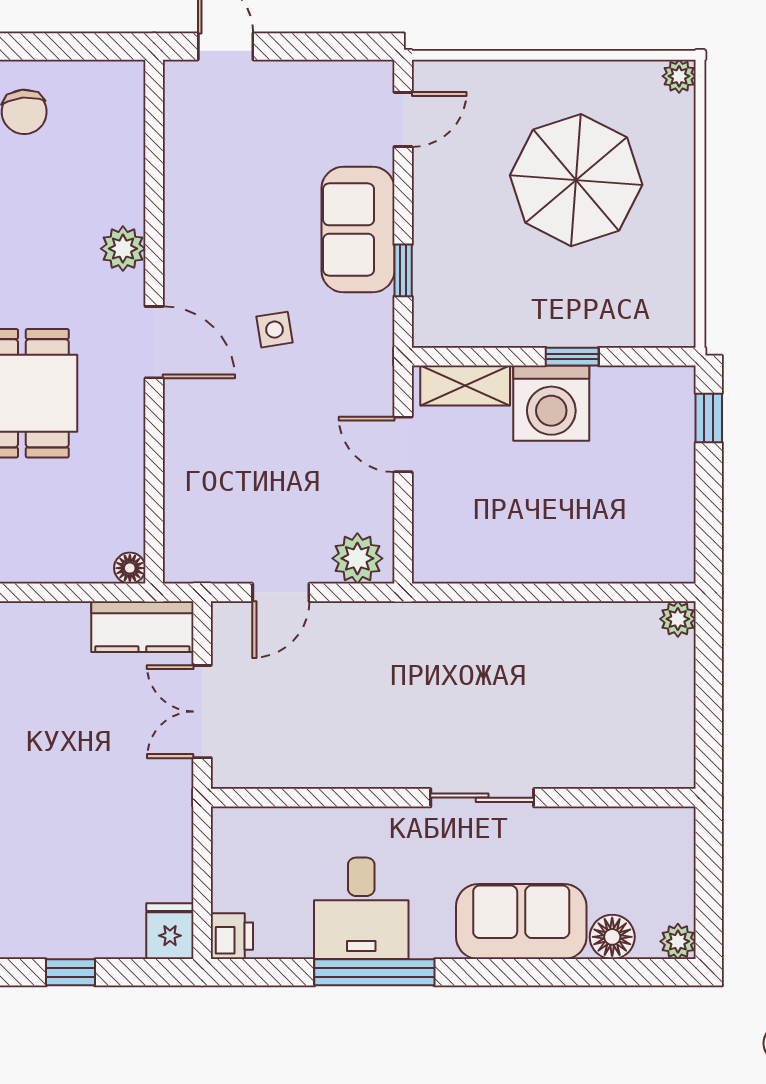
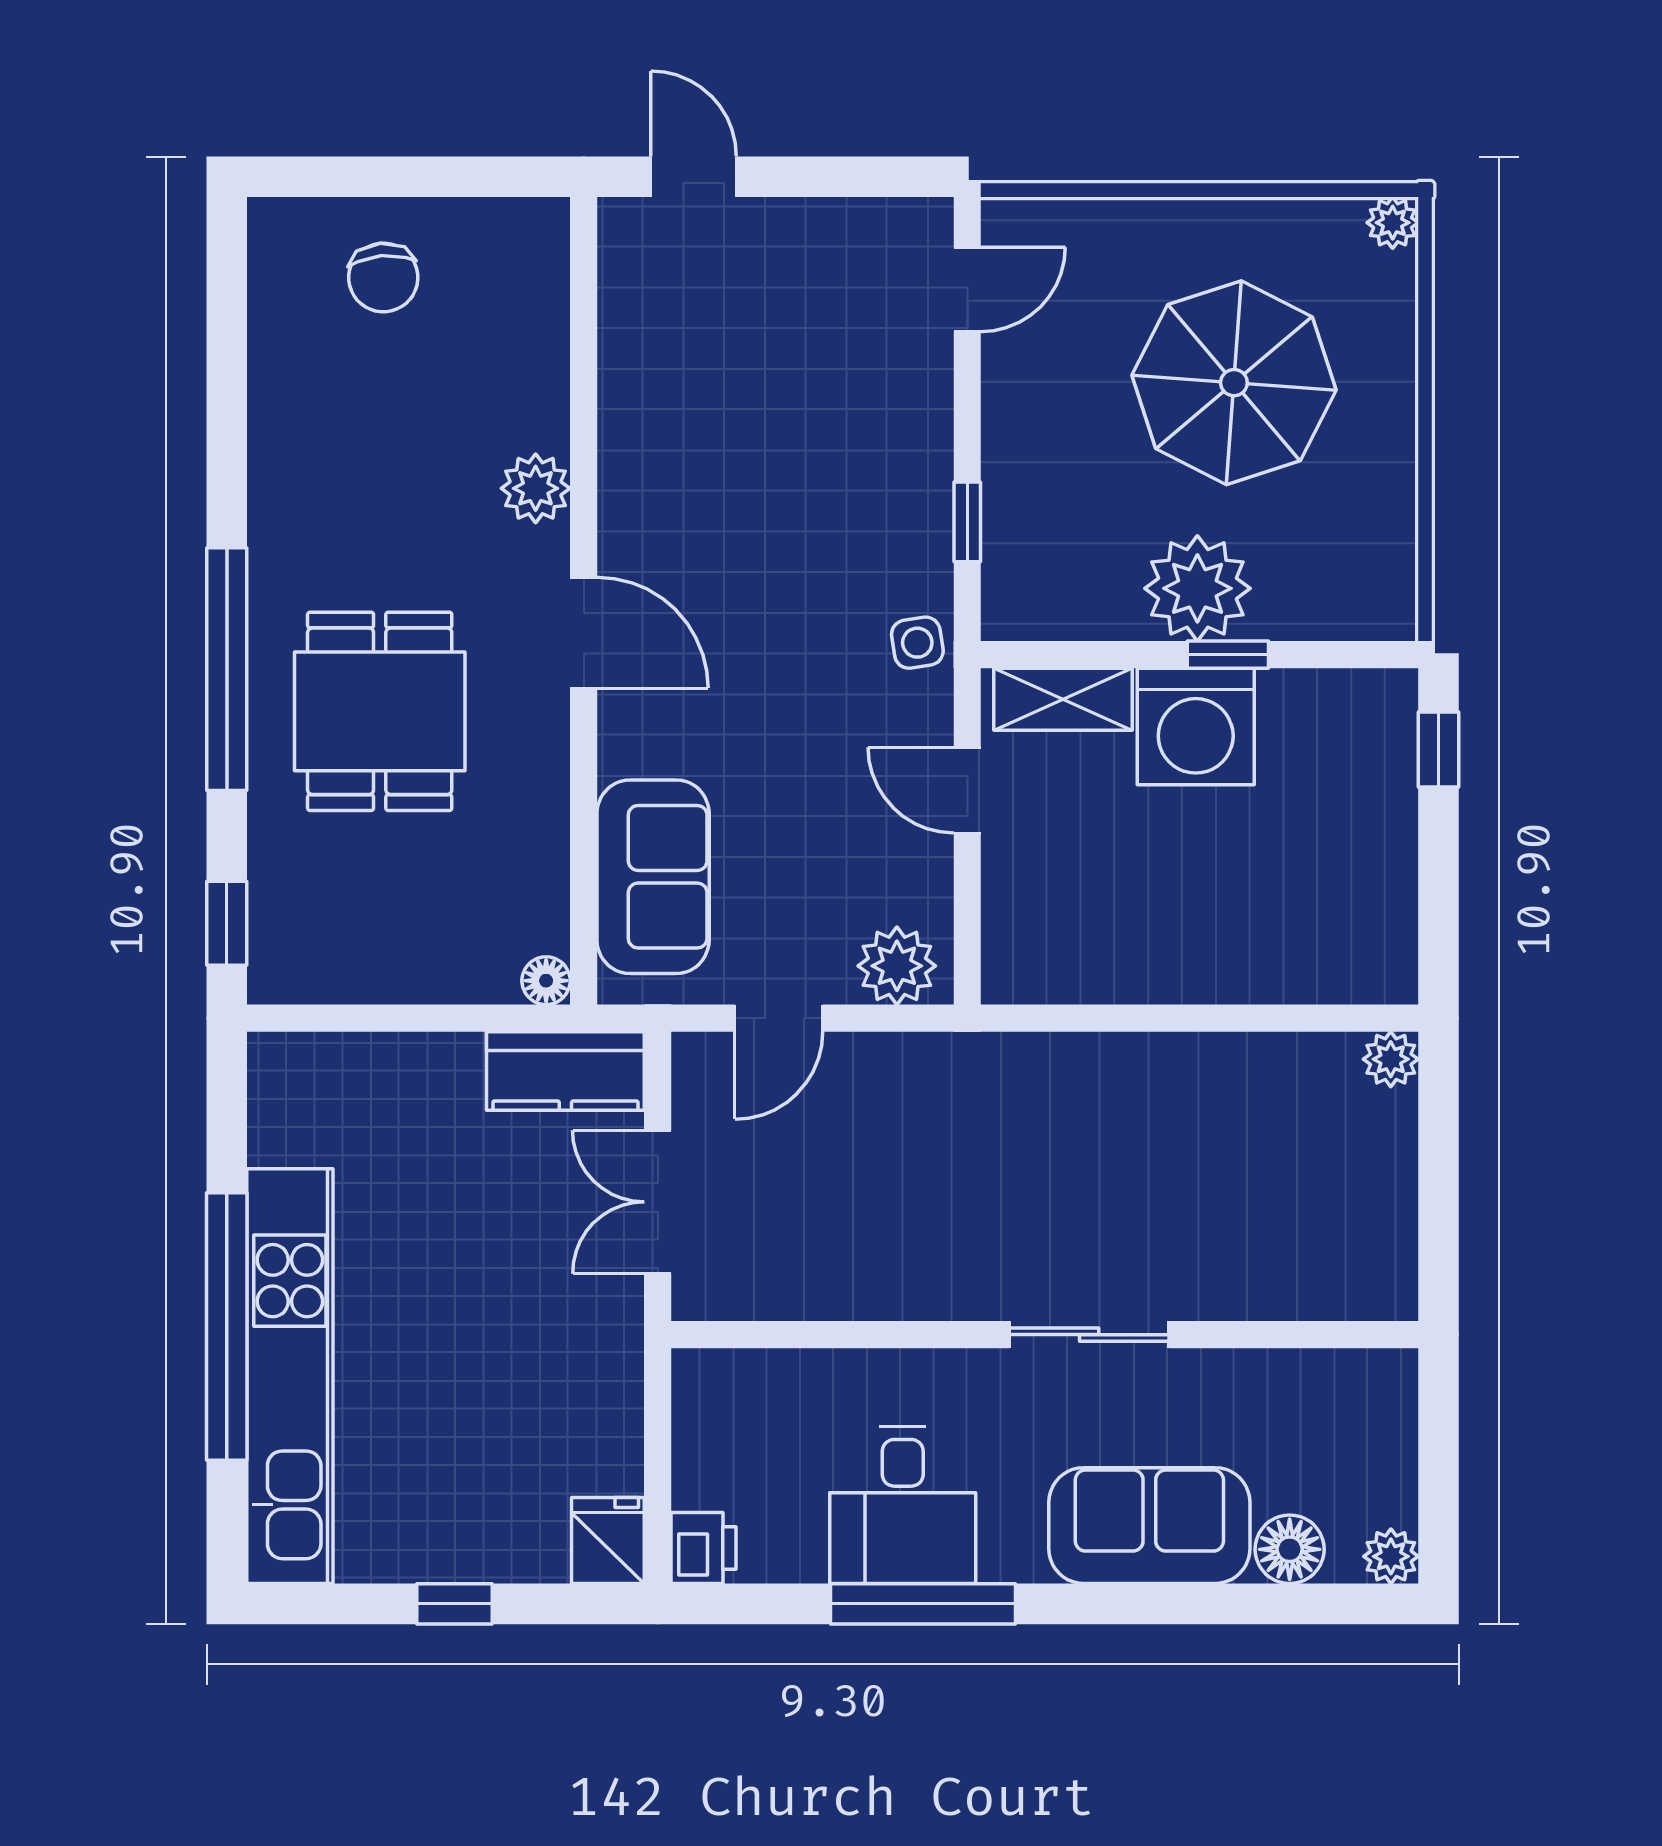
sofa: (358, 230) -> (653, 877), moved, turned 180
plant: (552, 314) -> (1197, 588), added
side table: (275, 330) -> (917, 643), moved

